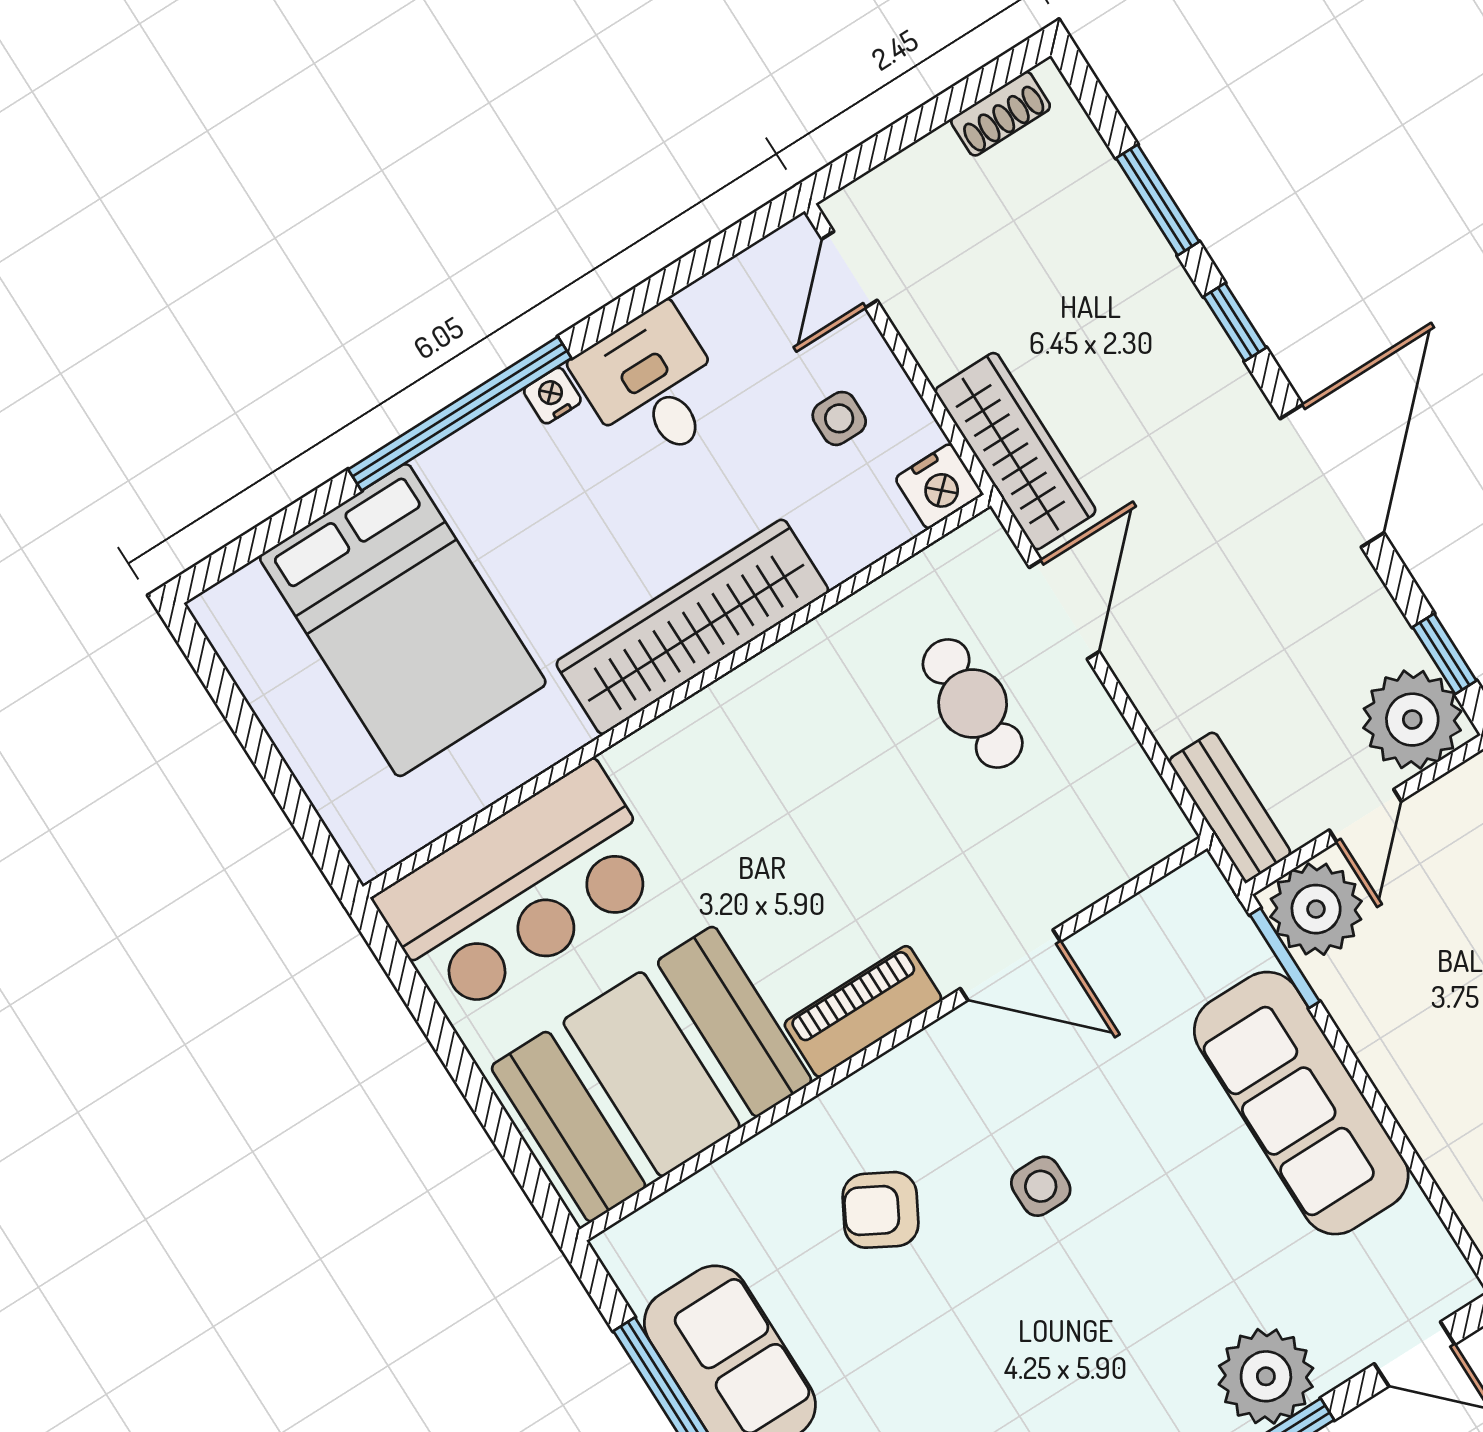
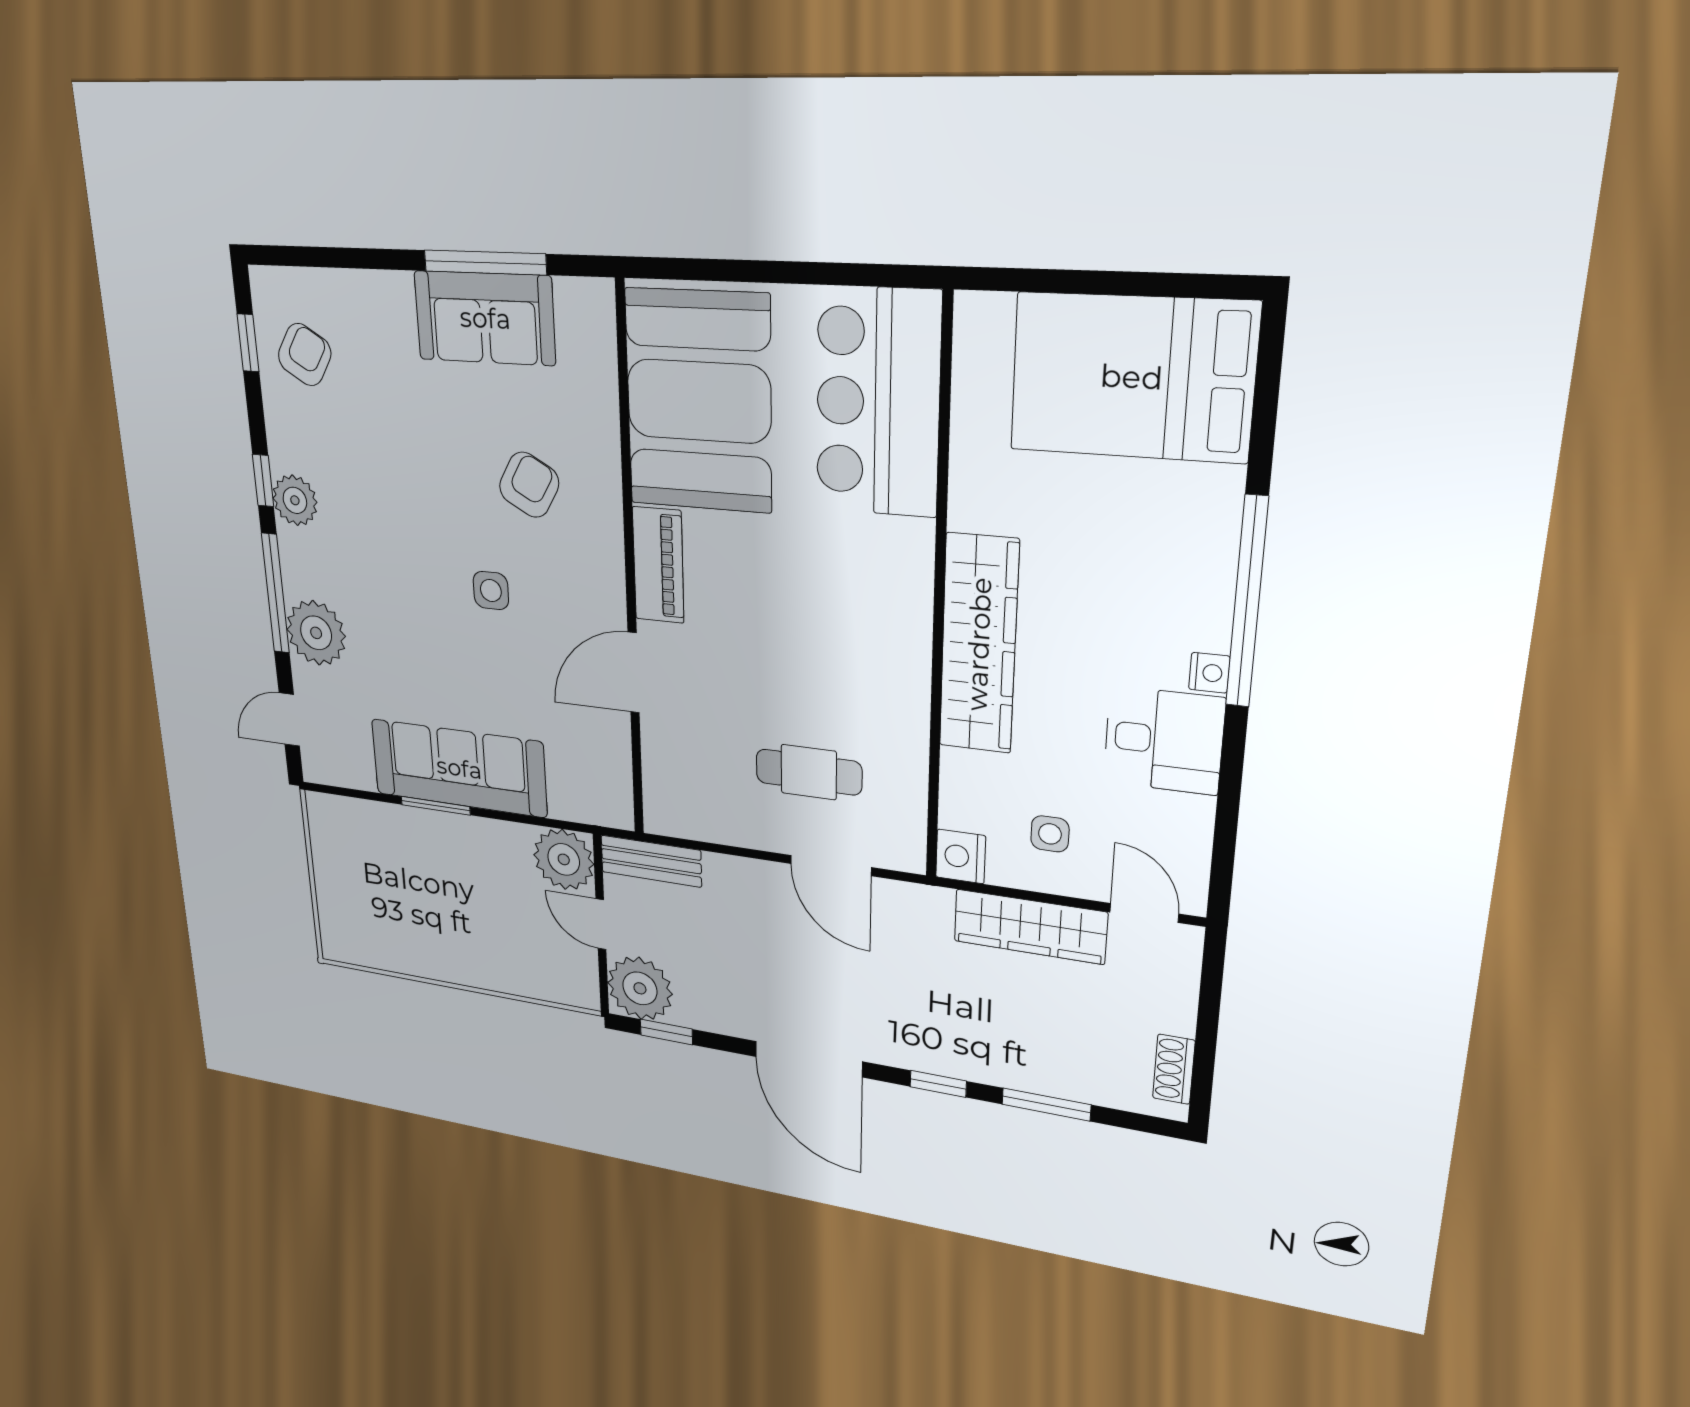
wardrobe: (1015, 451) -> (1030, 927), moved
bed: (403, 620) -> (1132, 377), moved
window: (1285, 958) -> (436, 806), moved

